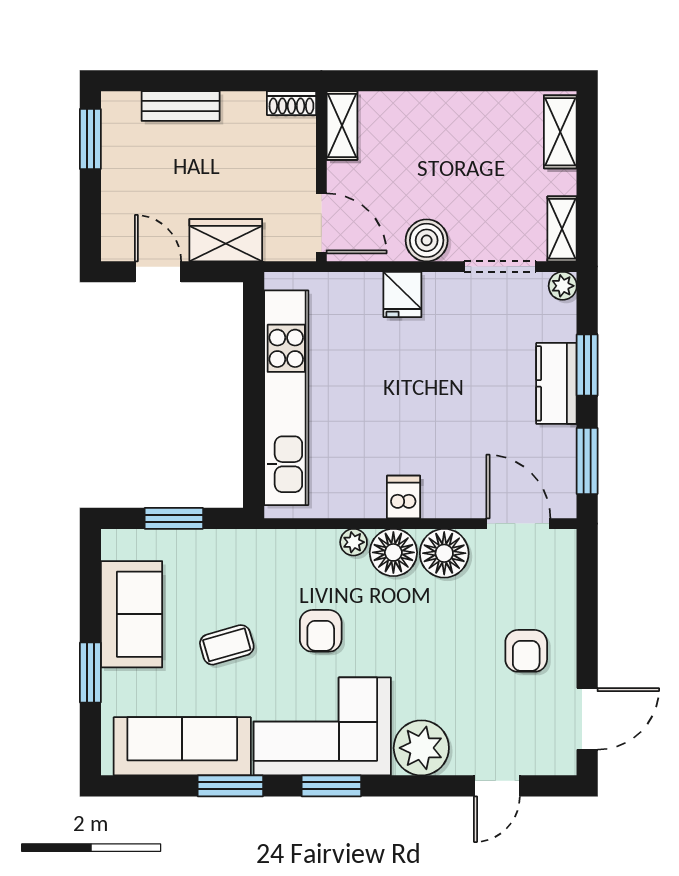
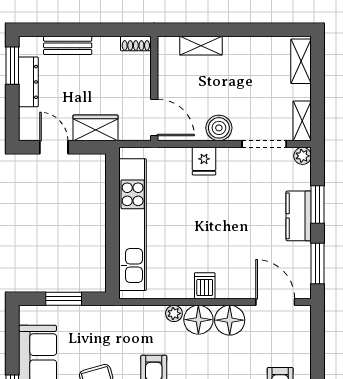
shelving: (342, 125) -> (201, 46), moved, turned 90
dresser: (117, 165) -> (28, 82), added

